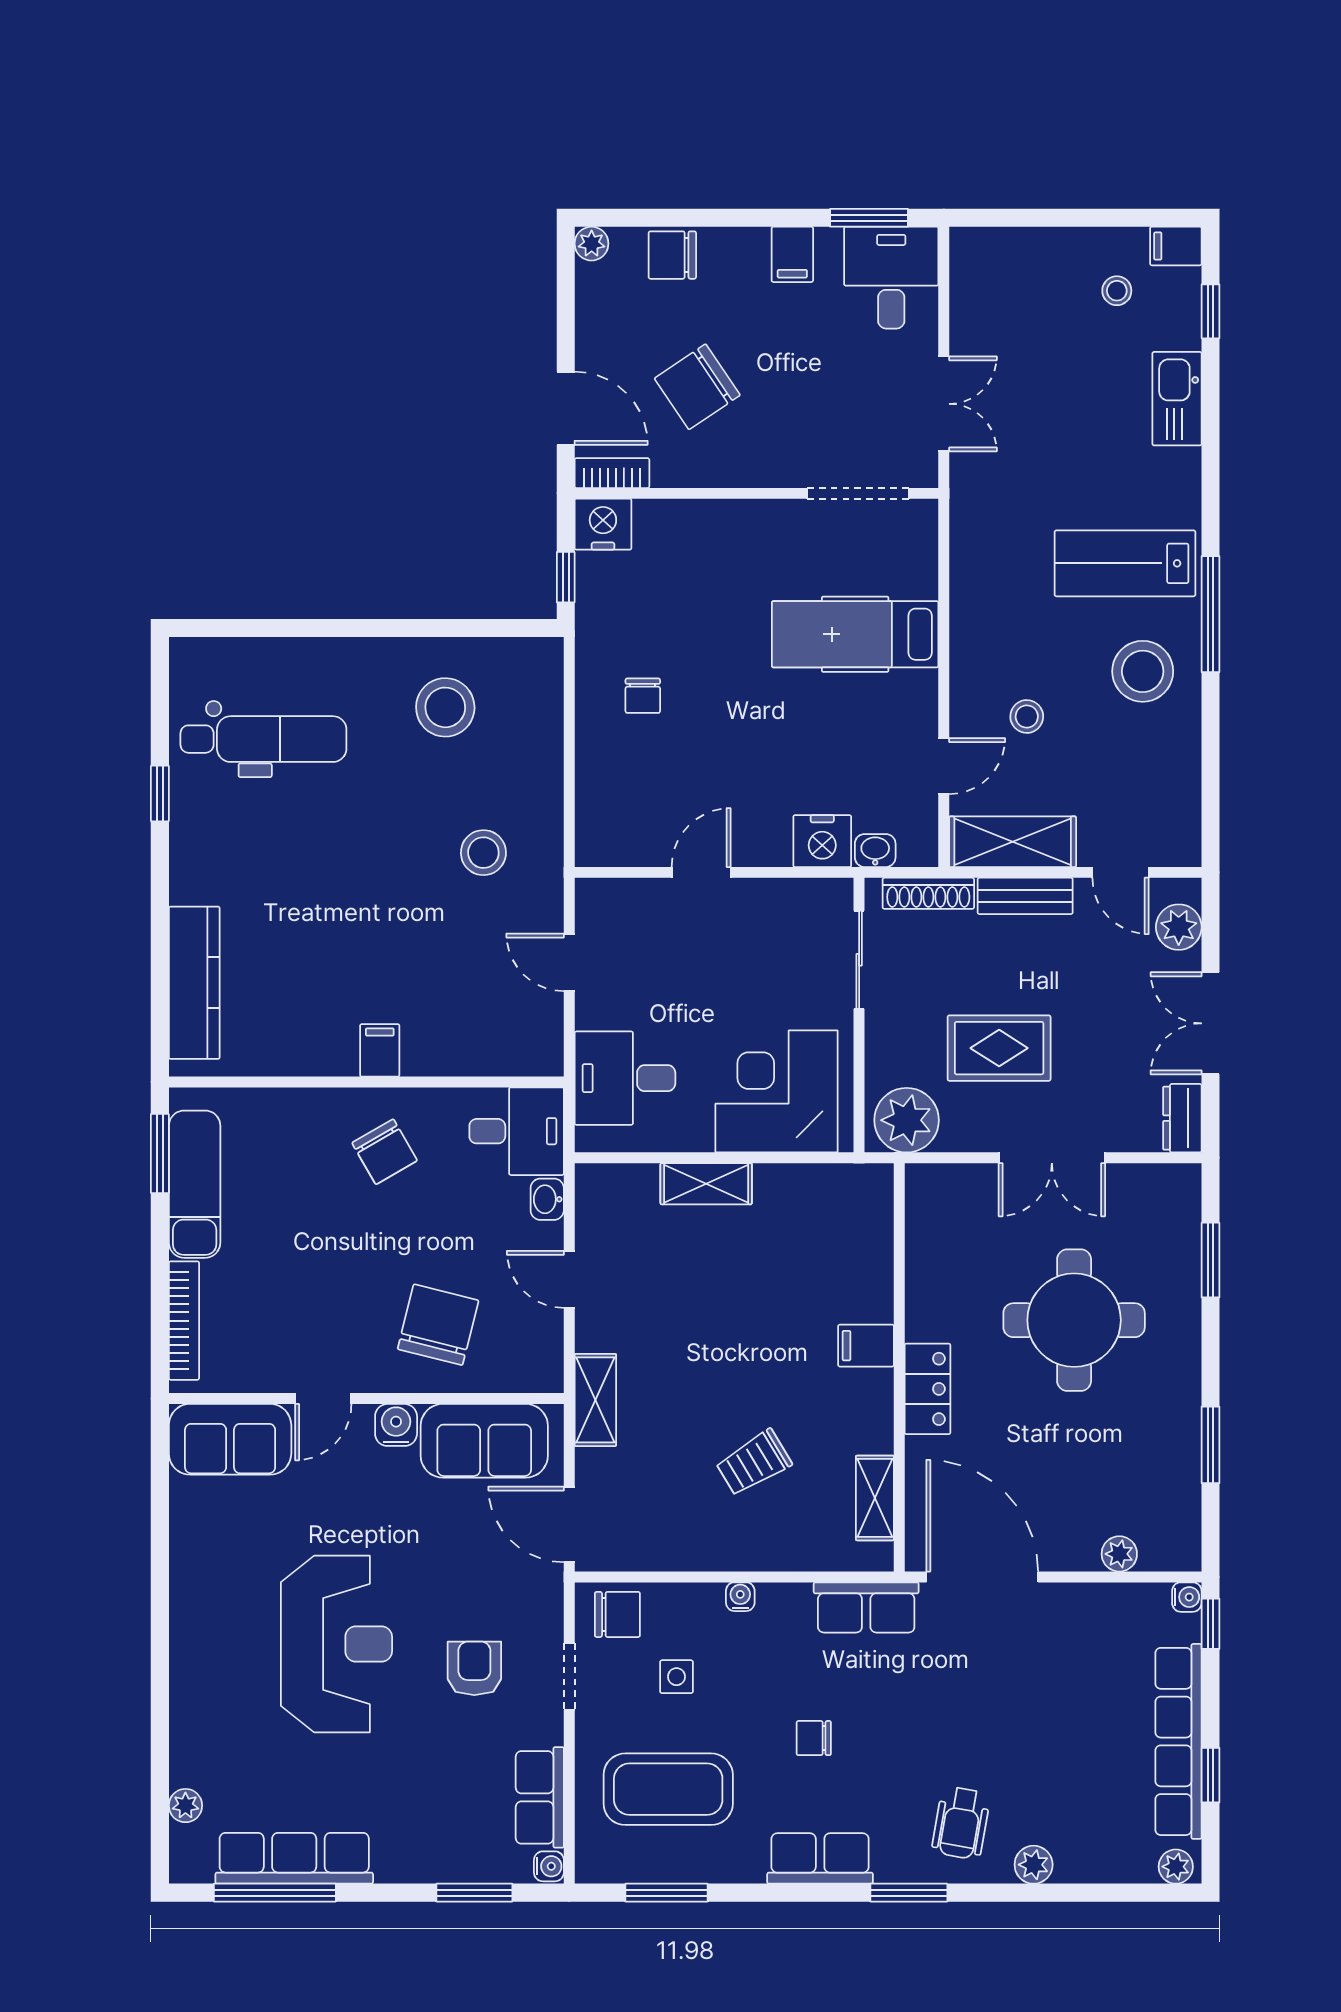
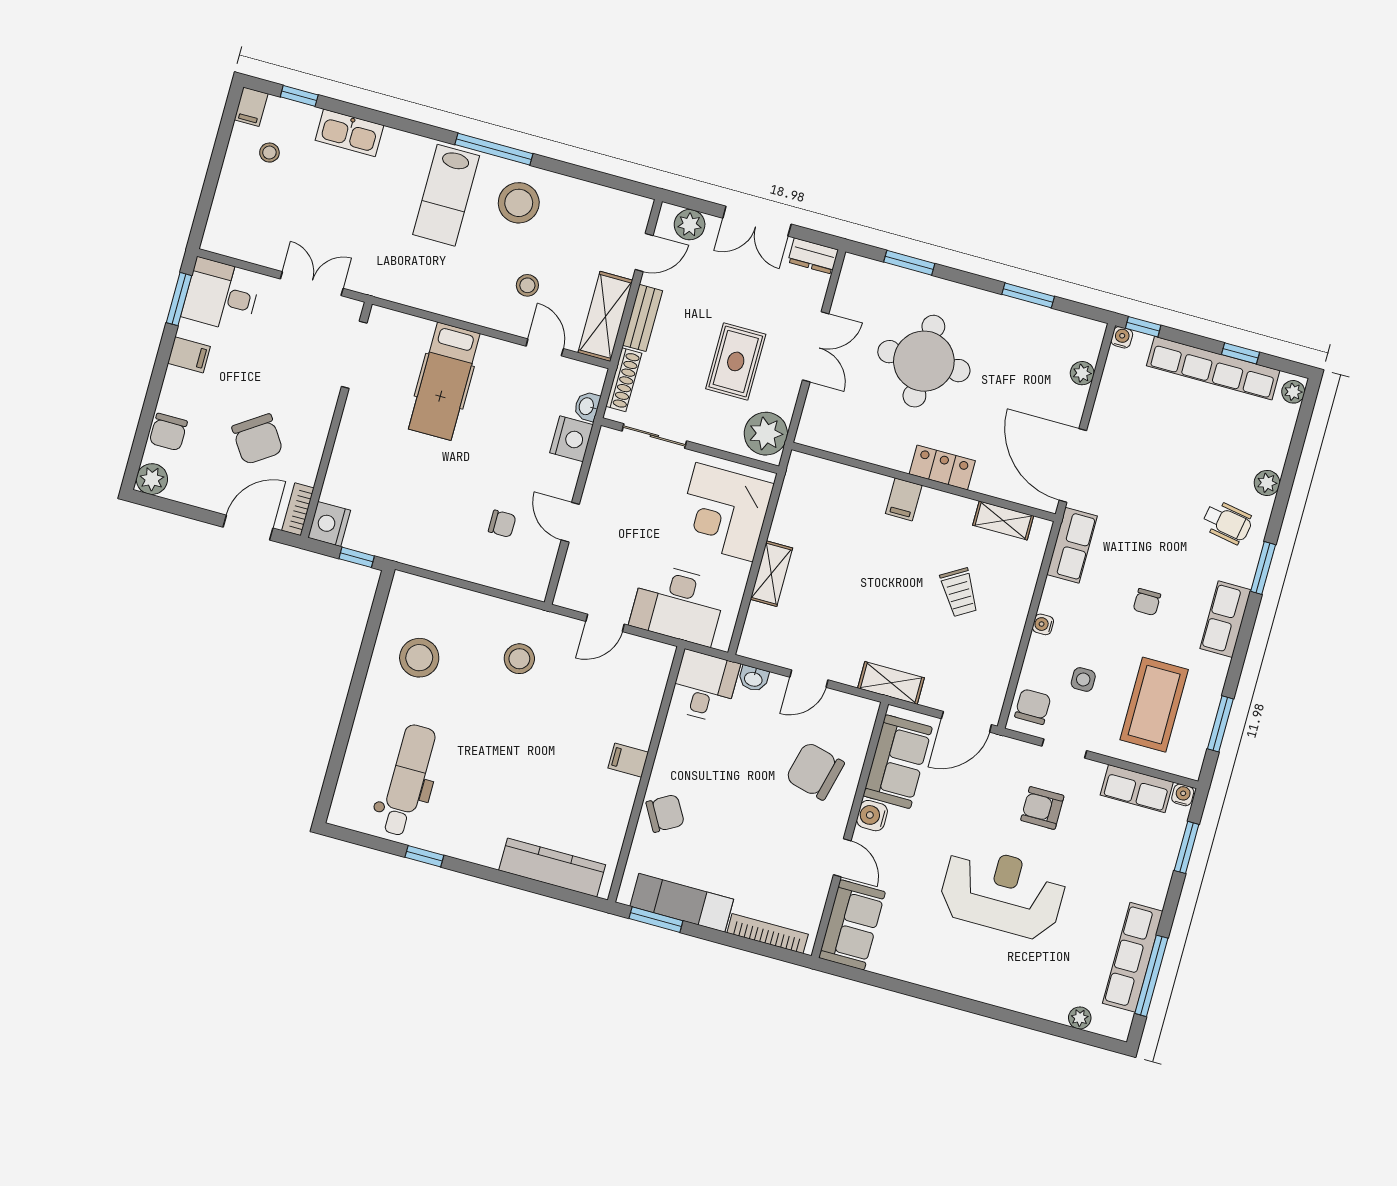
plant: (592, 244) -> (152, 479), width x1.38, depth x1.38
chair: (643, 696) -> (502, 524), moved
desk: (625, 1078) -> (678, 604), width x1.37
chair: (385, 1152) -> (665, 813), moved
door: (982, 1577) -> (1073, 465), hinge flipped

